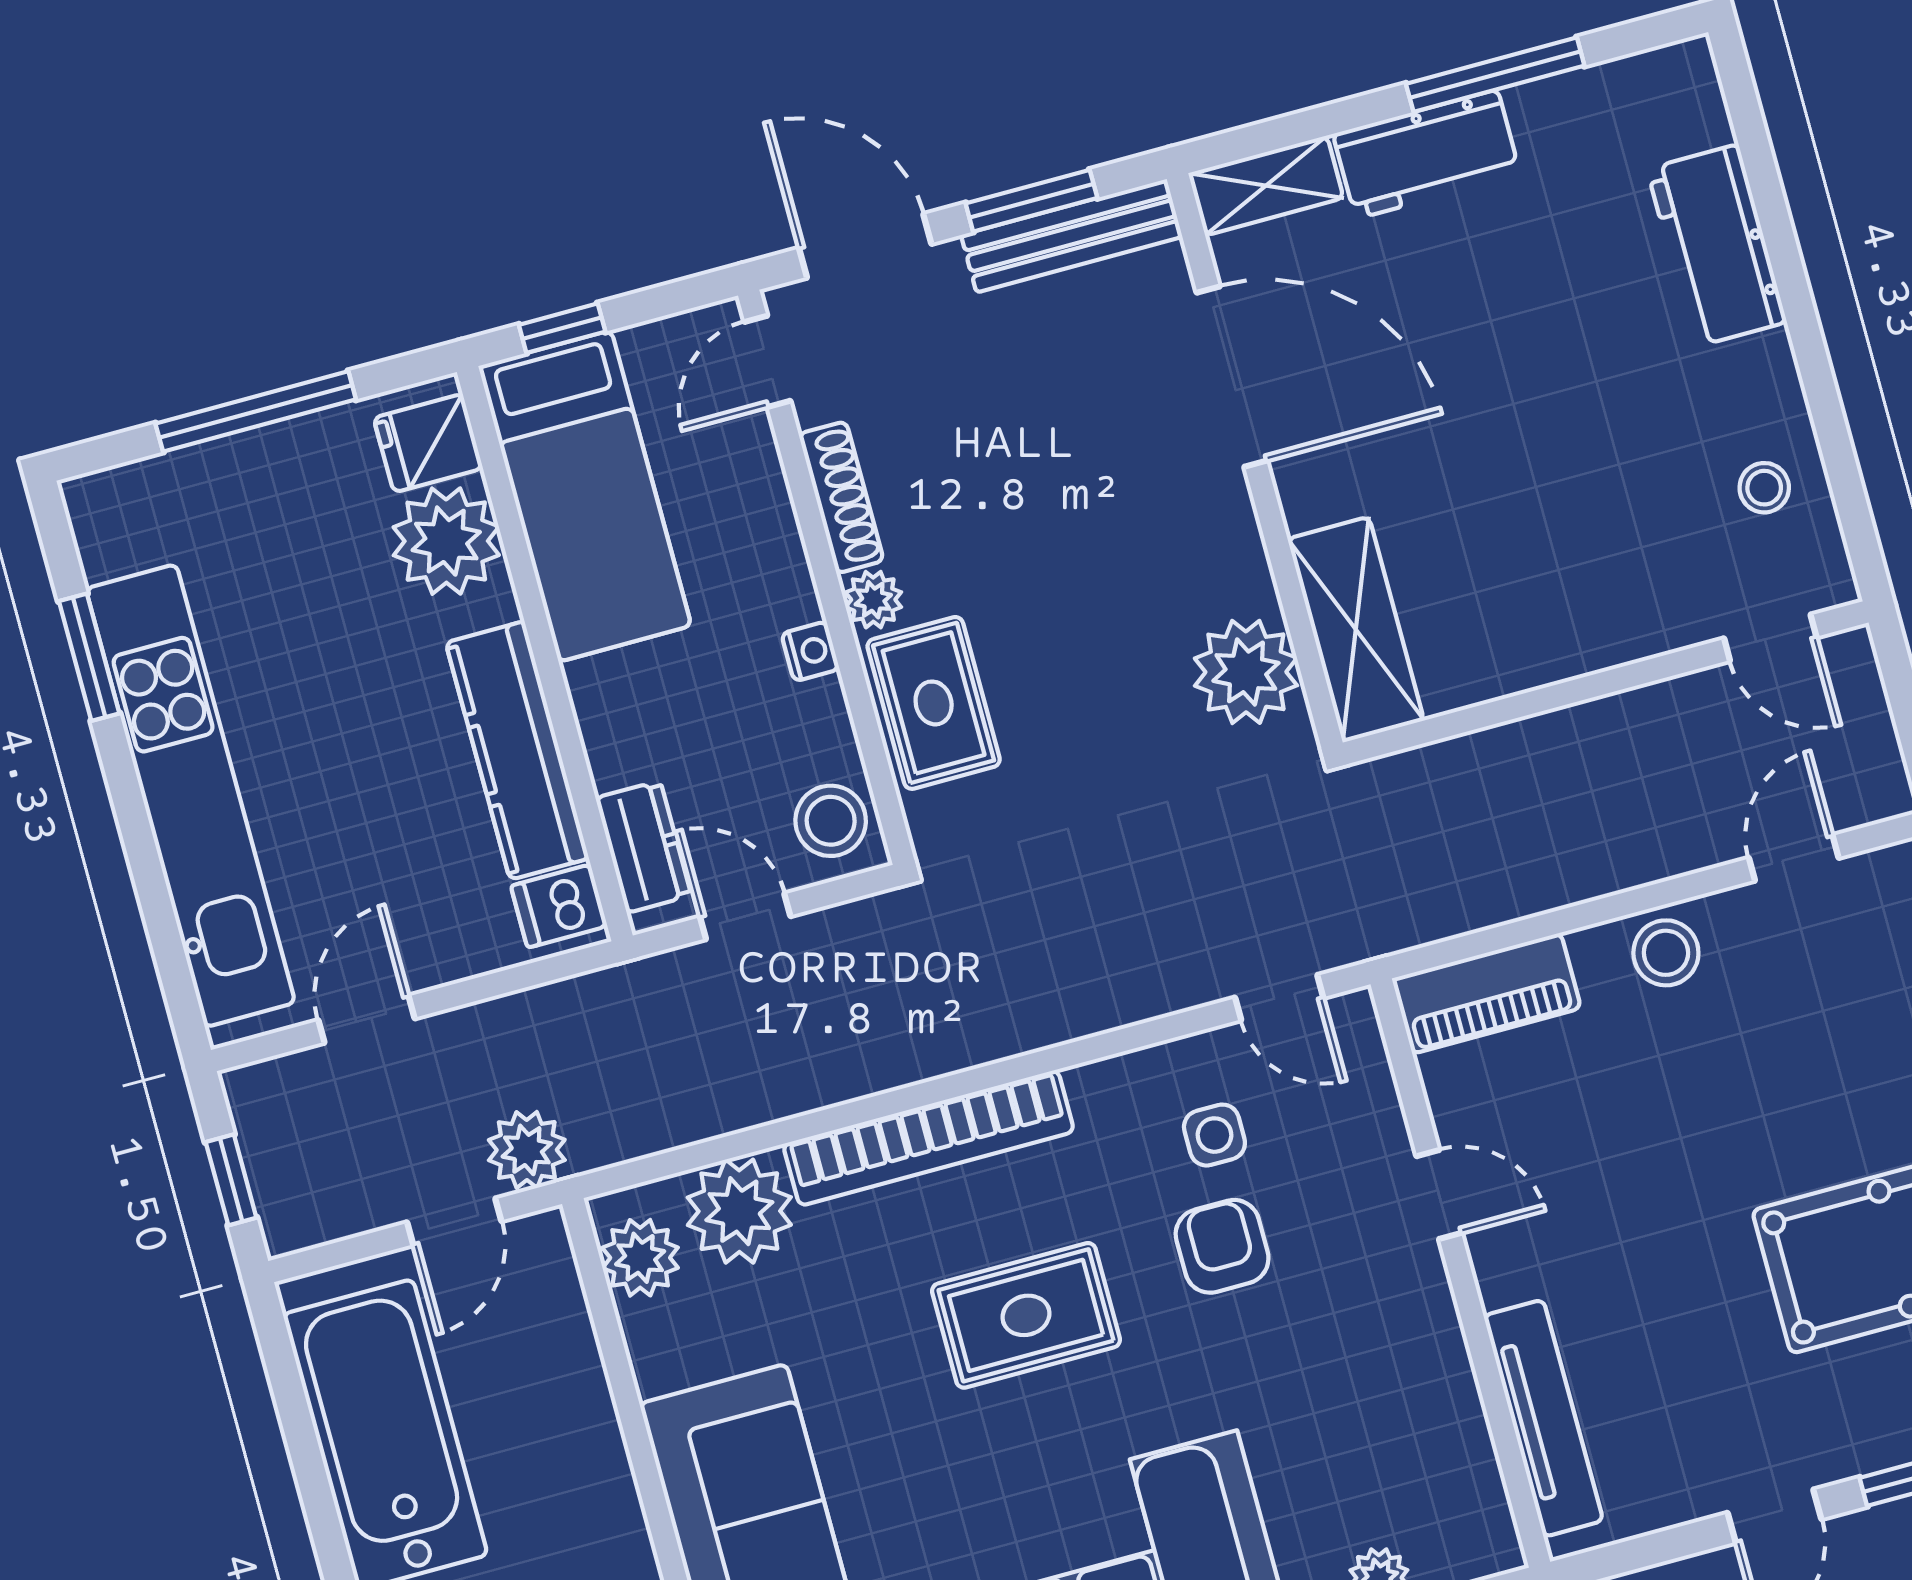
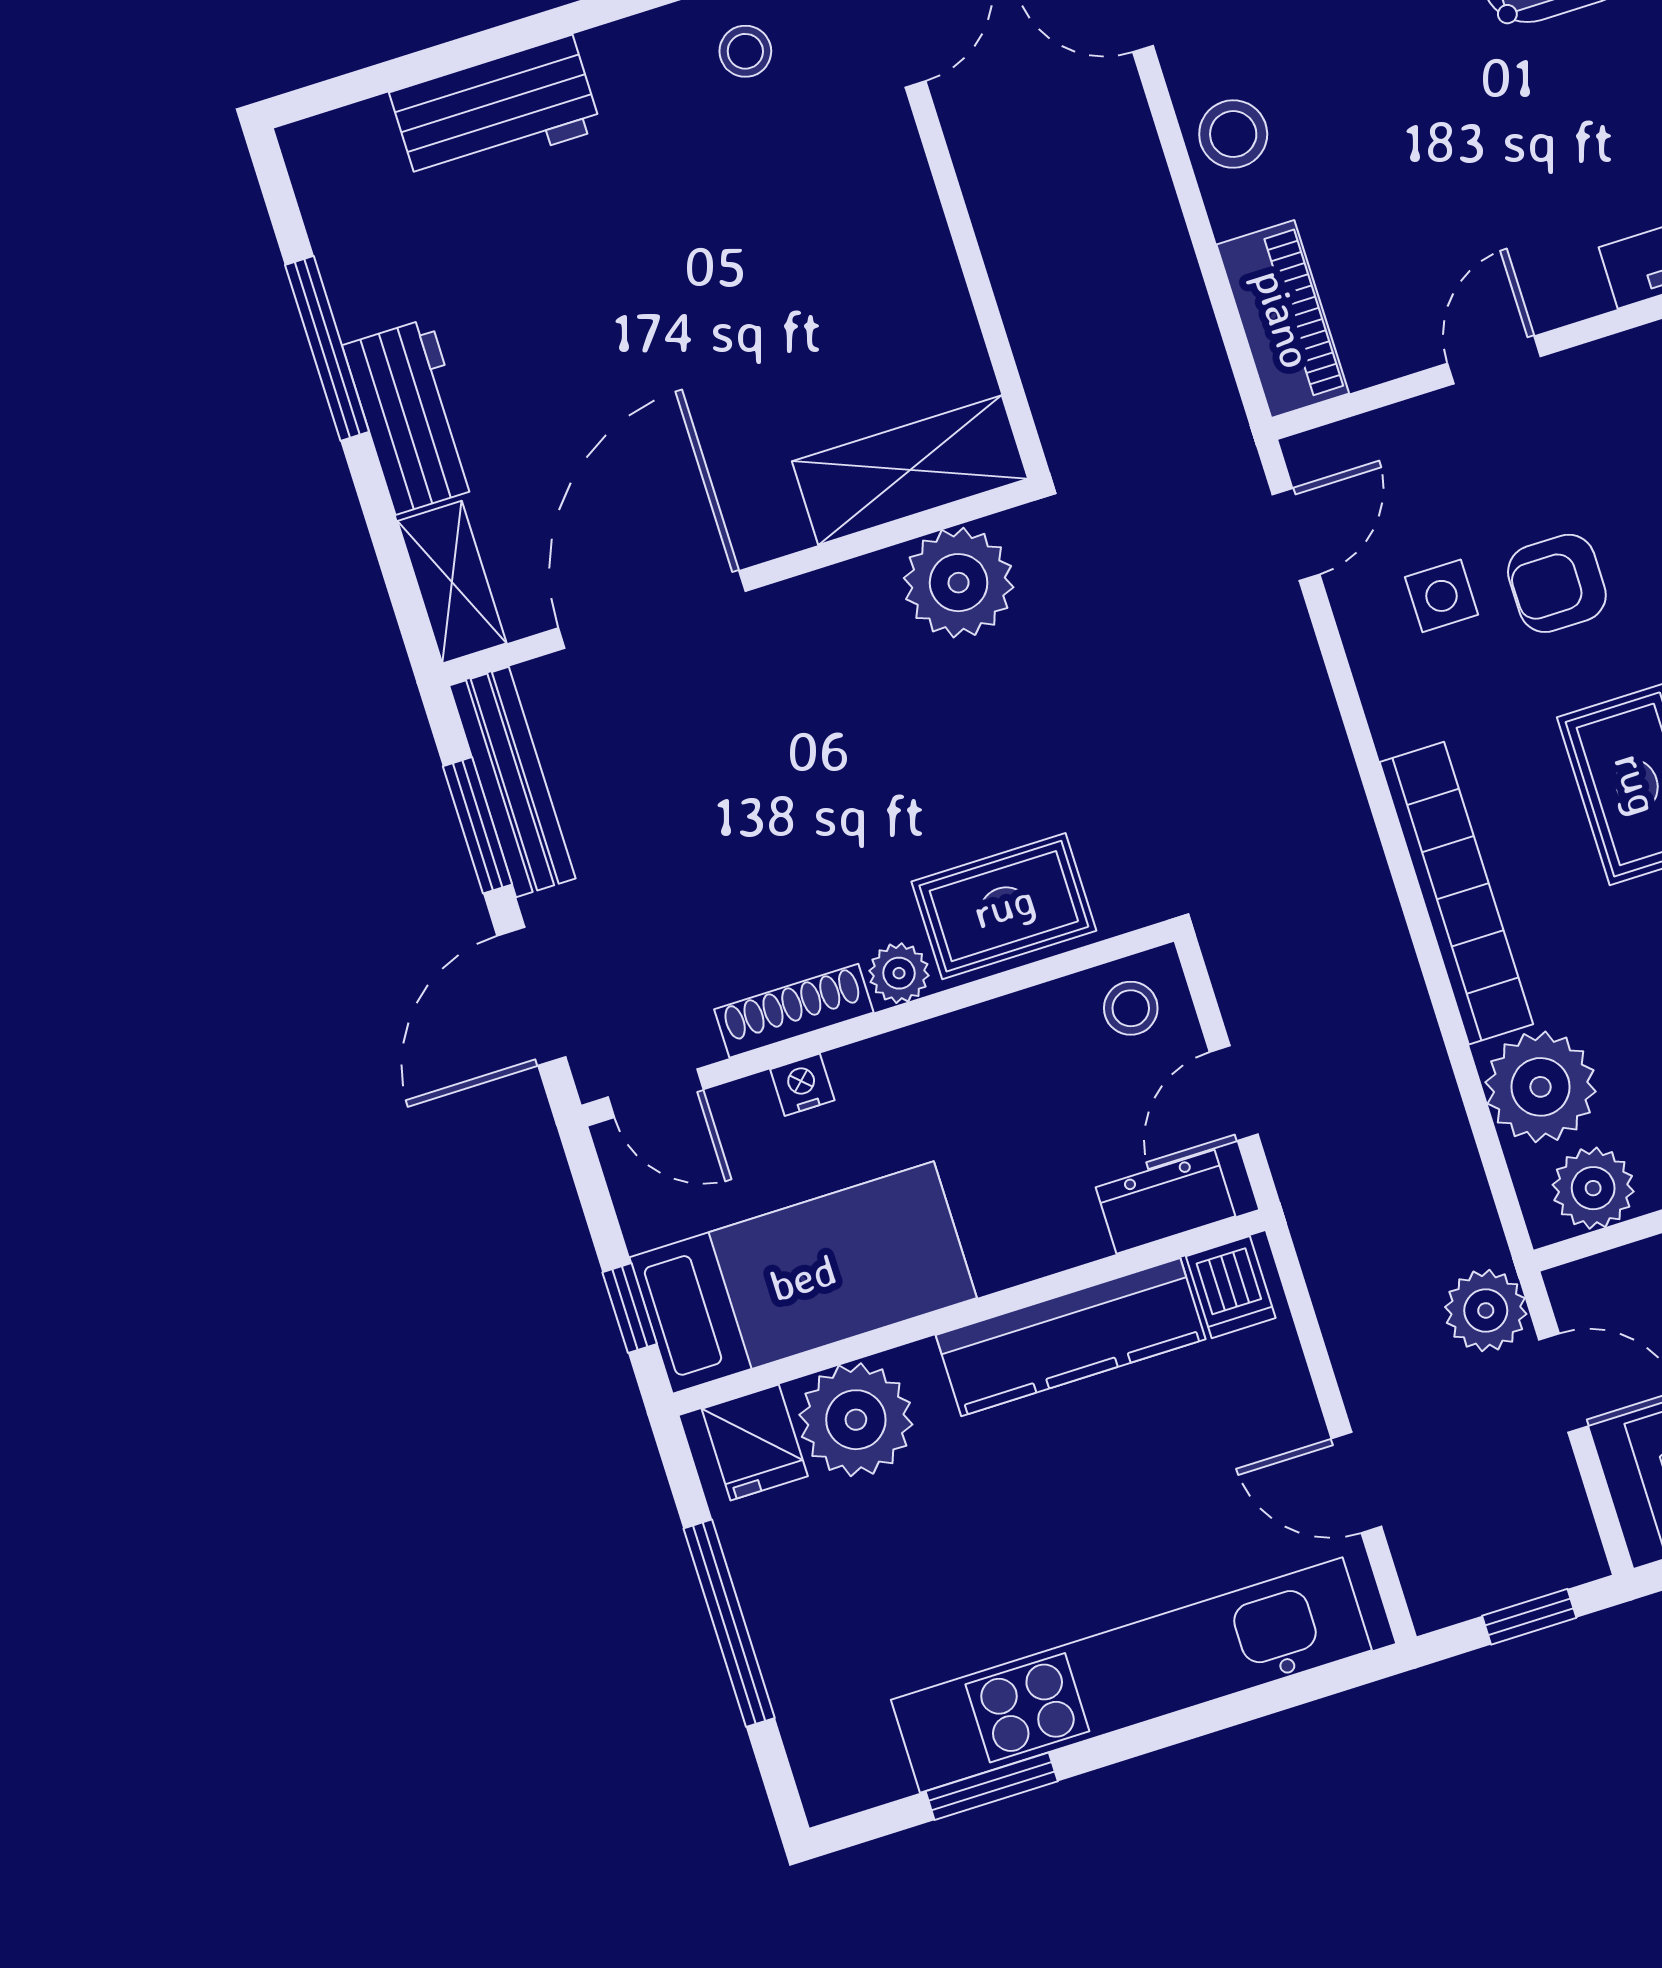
nightstand: (810, 651) -> (802, 1085), moved
stool: (831, 821) -> (1131, 1008), width x0.73, depth x0.73

